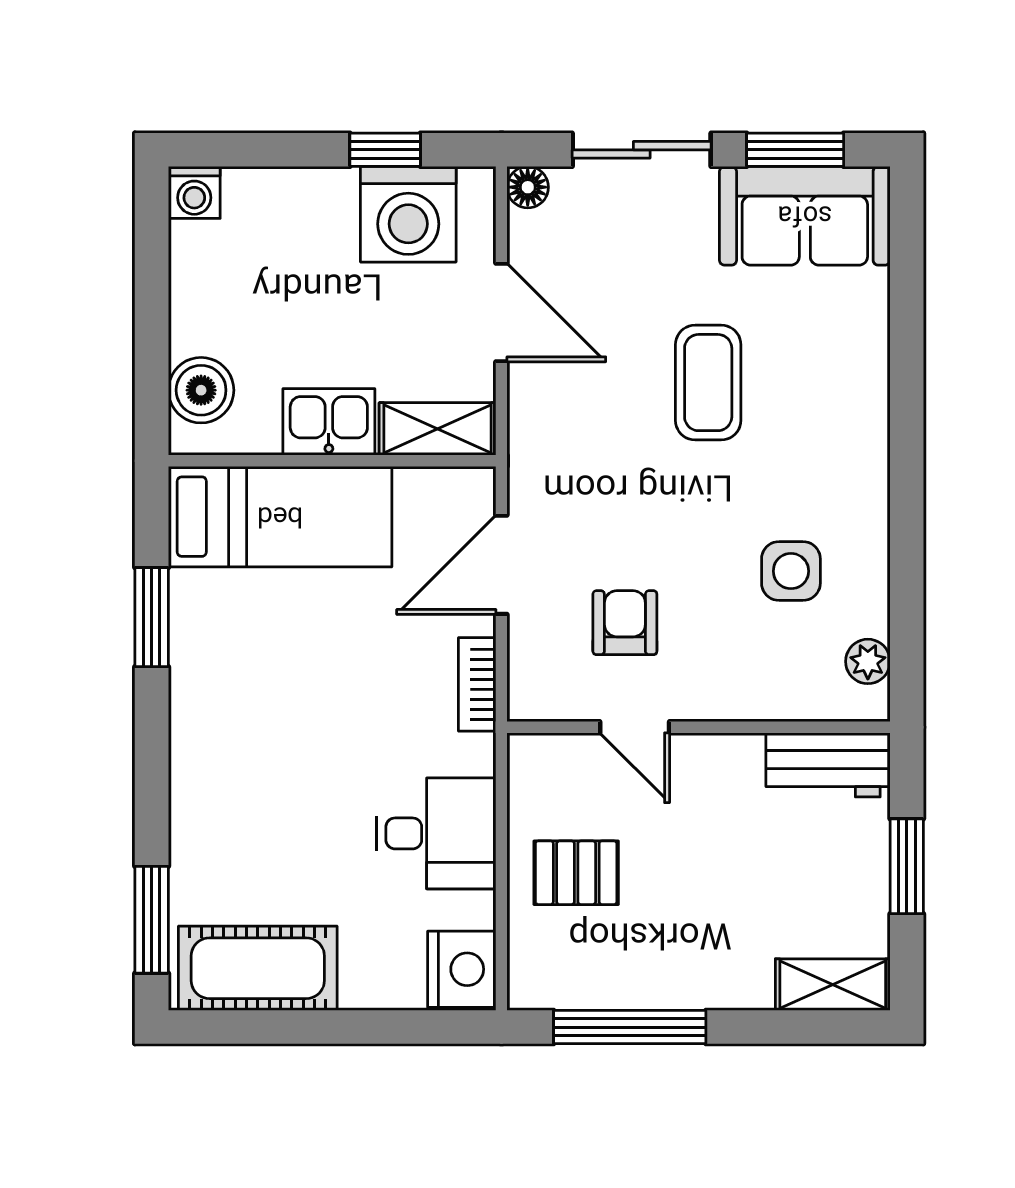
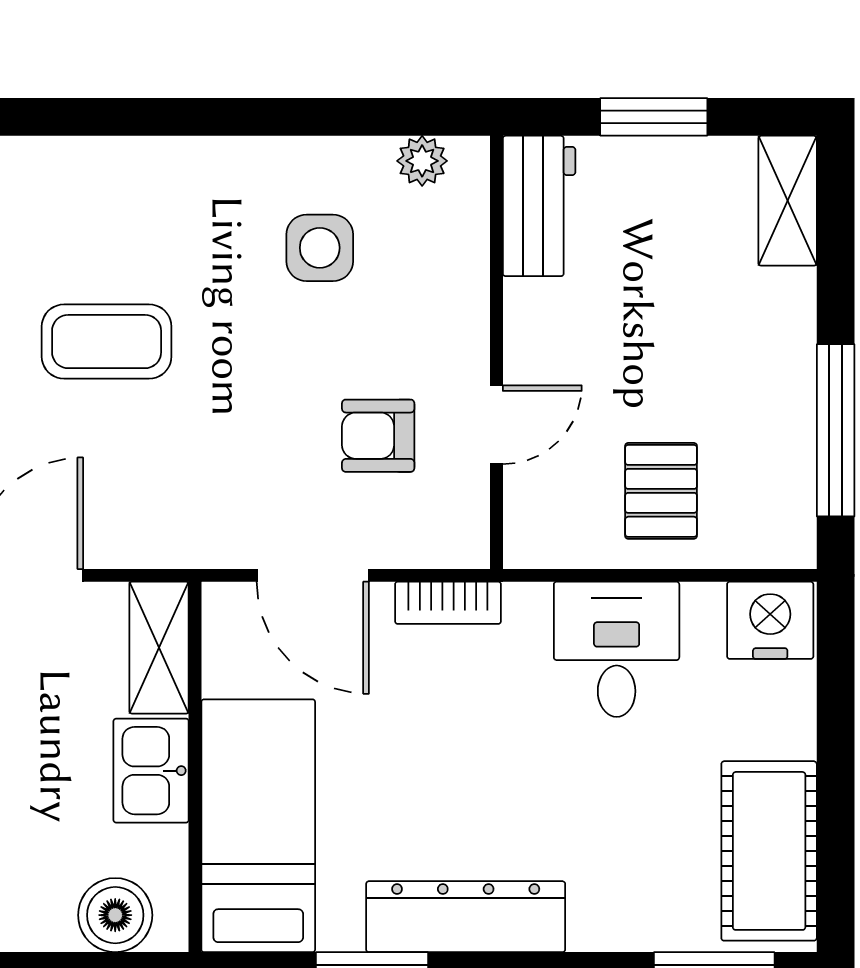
dresser: (200, 700) -> (466, 917), added

